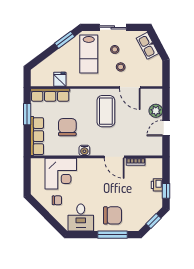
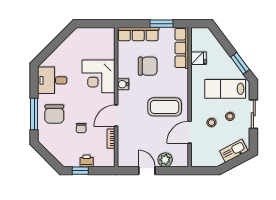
corner desk: (61, 174) -> (99, 76), moved
chair: (57, 200) -> (81, 128), moved
window: (153, 221) -> (48, 157), removed

